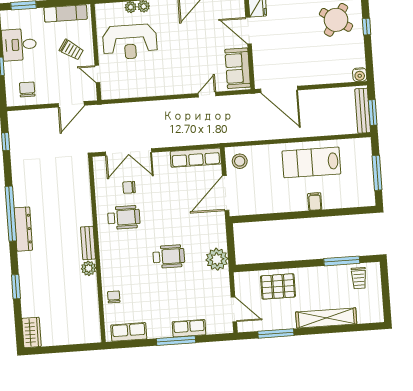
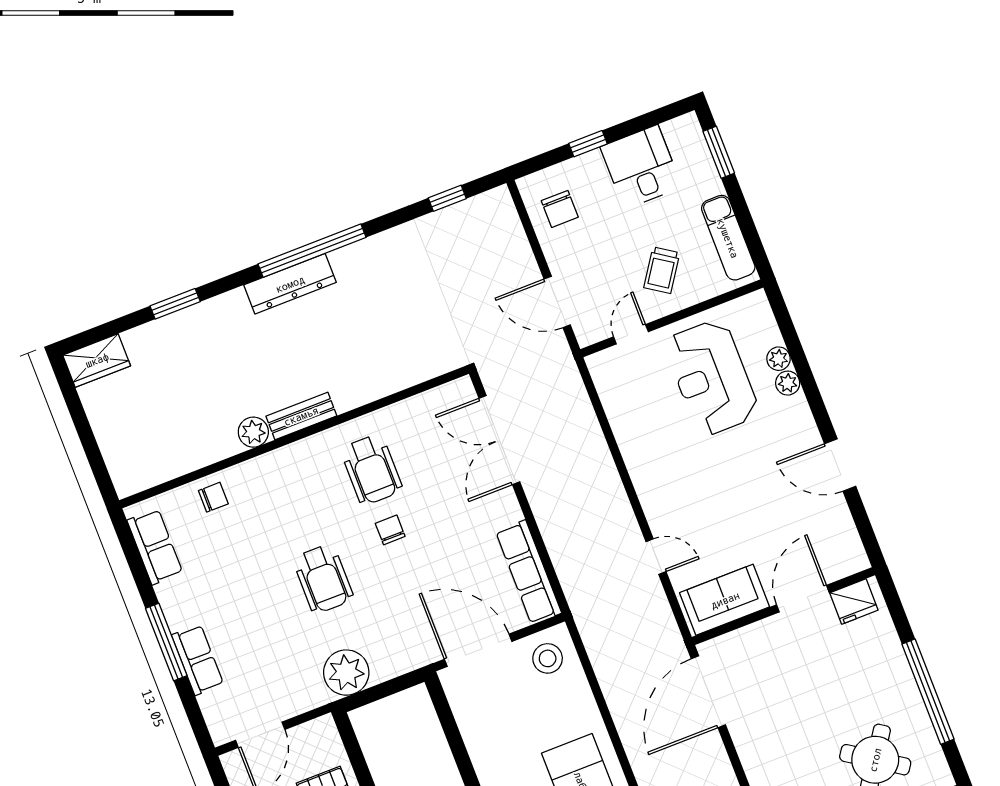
chair: (27, 89) -> (560, 209), turned 90
chair: (129, 187) -> (390, 530), moved

